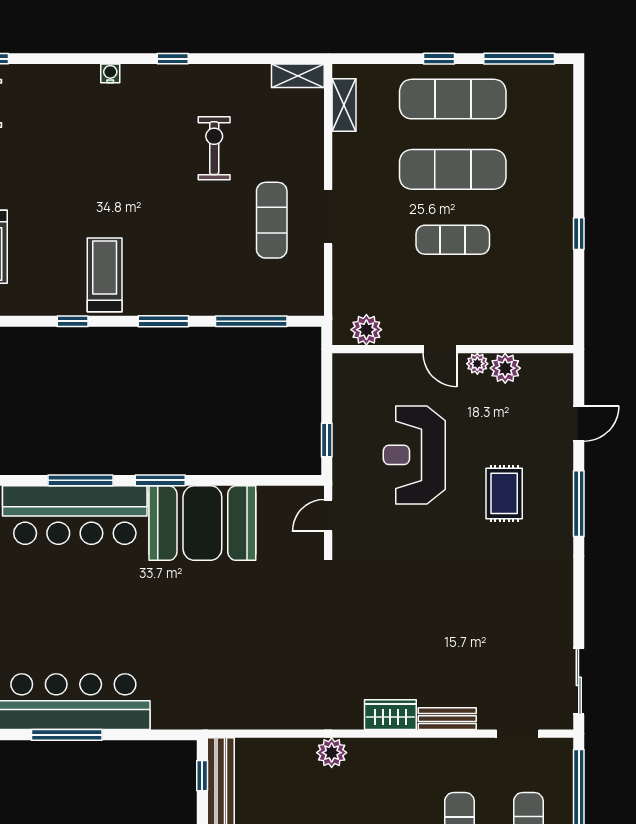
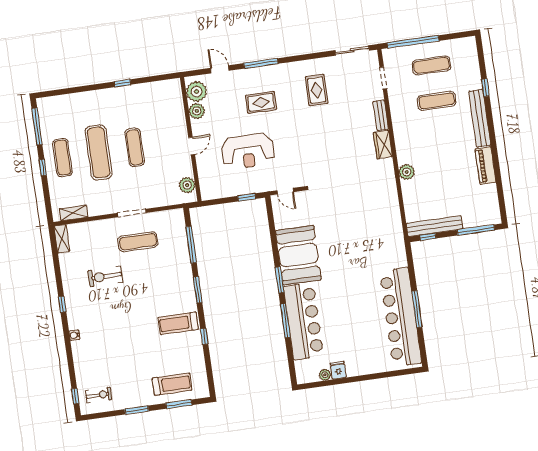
exercise mat: (453, 99) -> (63, 158), width x0.73, depth x0.69
plant: (477, 364) -> (196, 92), moved, width x1.87, depth x1.87
rug: (512, 603) -> (317, 90), added

